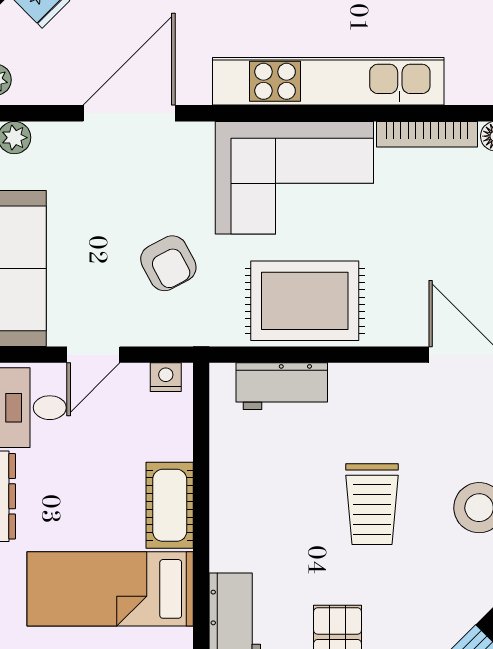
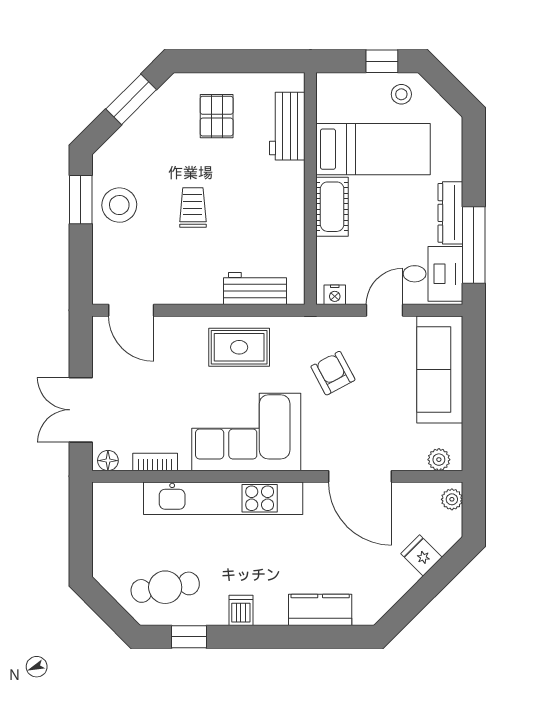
door: (129, 113) -> (360, 476), hinge flipped
bookcase: (427, 134) -> (155, 462), width x0.64
rug: (305, 301) -> (239, 347), width x0.73, depth x0.70
trolley: (372, 504) -> (193, 207), width x0.73, depth x0.72

